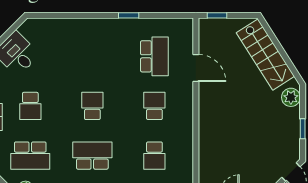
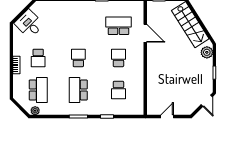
school desk: (154, 56) -> (118, 26), turned -90
school desk: (30, 156) -> (38, 90), turned -90
school desk: (92, 156) -> (78, 90), turned -90

